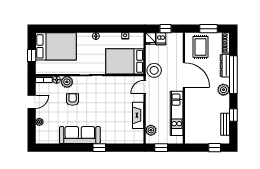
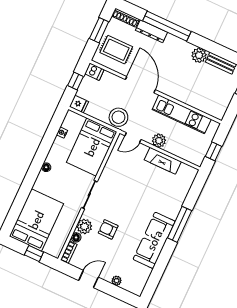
dishwasher: (161, 39) -> (94, 72), moved
door: (184, 75) -> (140, 85), hinge flipped
door: (145, 87) -> (133, 138), hinge flipped
plant: (223, 90) -> (199, 55), moved
door: (32, 102) -> (88, 279), hinge flipped
window: (233, 115) -> (214, 48), removed
plant: (151, 130) -> (159, 141), moved
window: (99, 148) -> (180, 224), width x2.17

